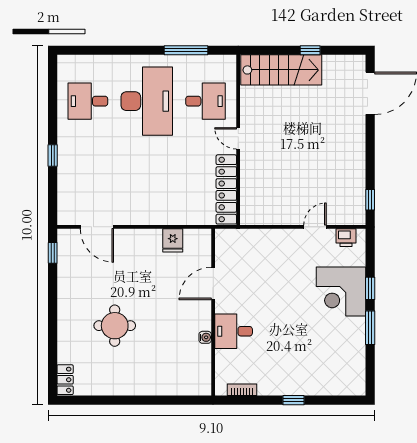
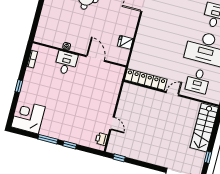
window: (310, 50) -> (208, 157), moved
corner desk: (341, 292) -> (28, 117), moved

